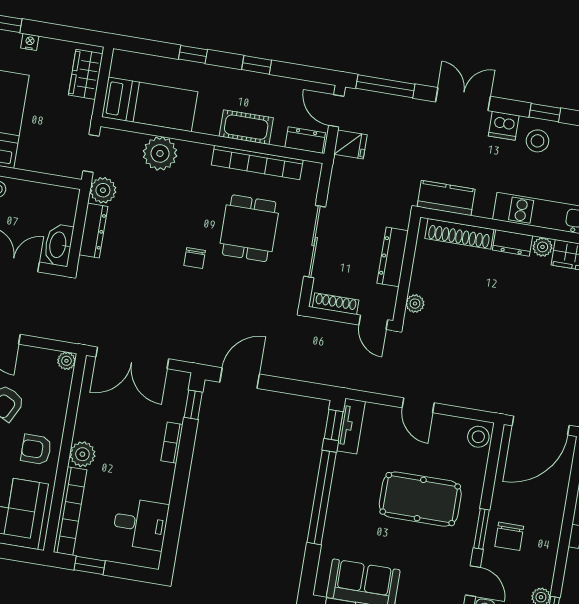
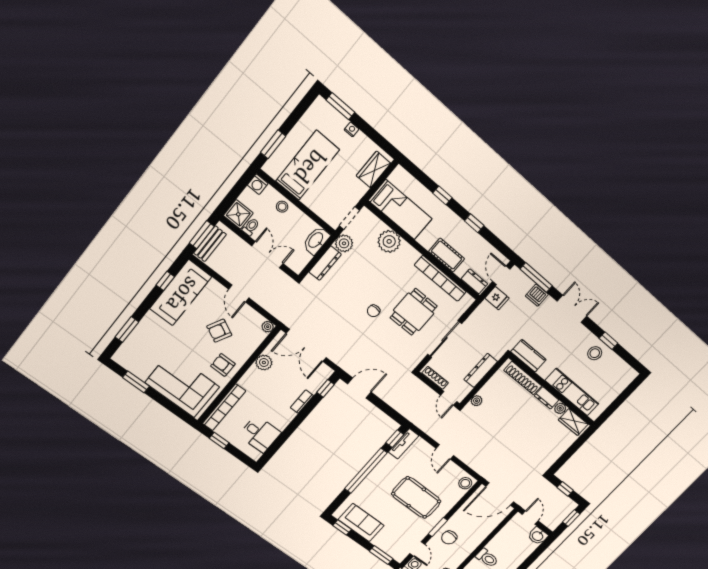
dishwasher: (504, 126) -> (537, 295), moved
washbasin: (59, 245) -> (316, 240), moved
plant: (82, 454) -> (264, 363), moved

